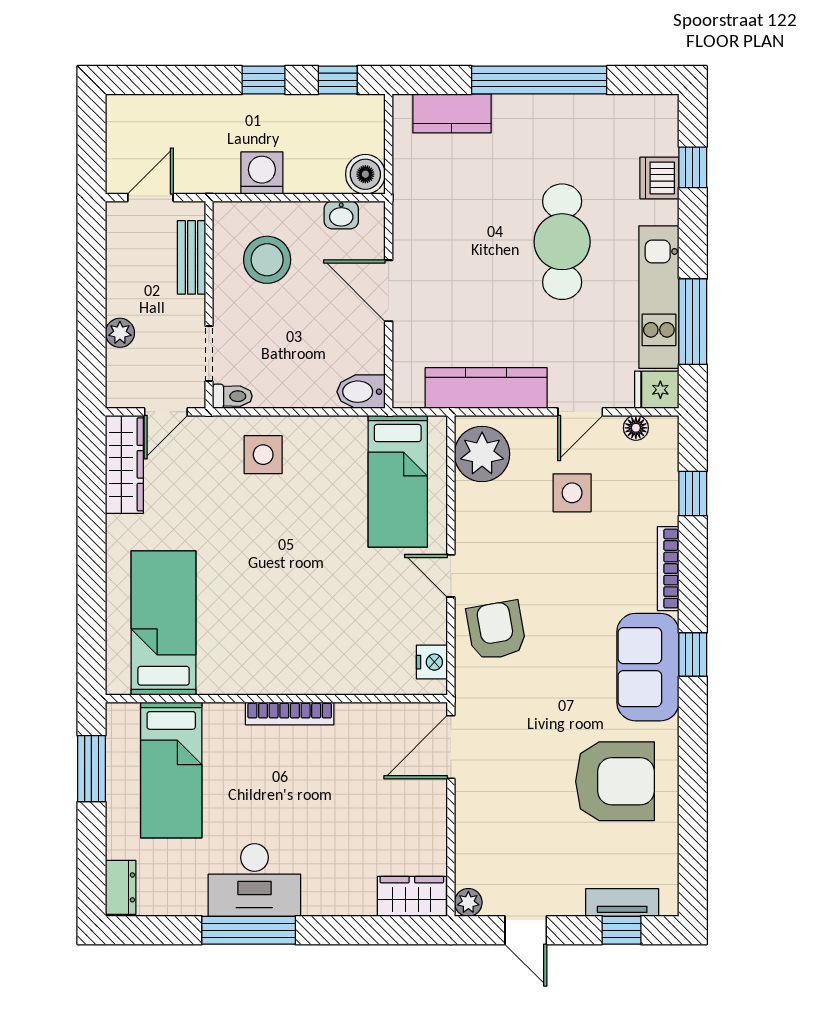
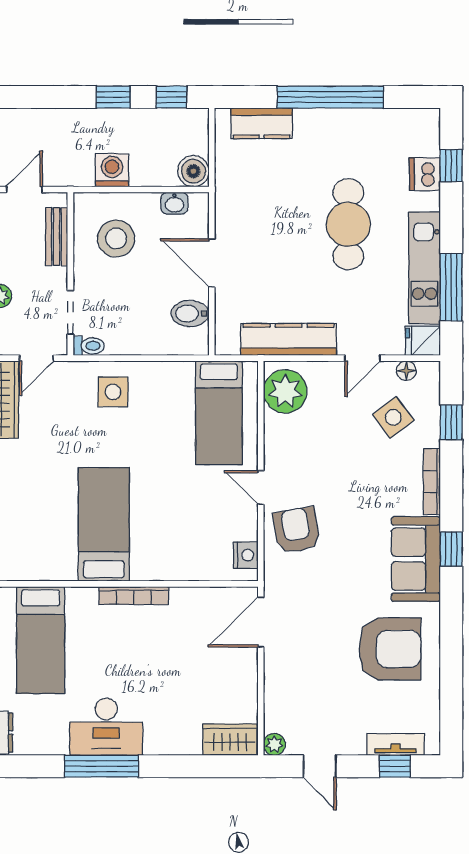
bidet: (361, 392) -> (190, 314), moved
side table: (572, 493) -> (393, 417), moved, turned -37
bed: (164, 623) -> (104, 524), moved

